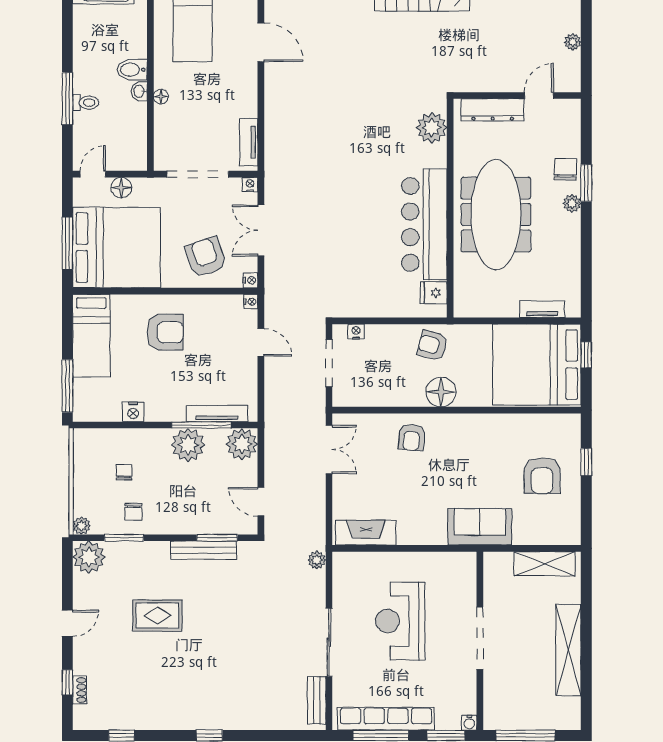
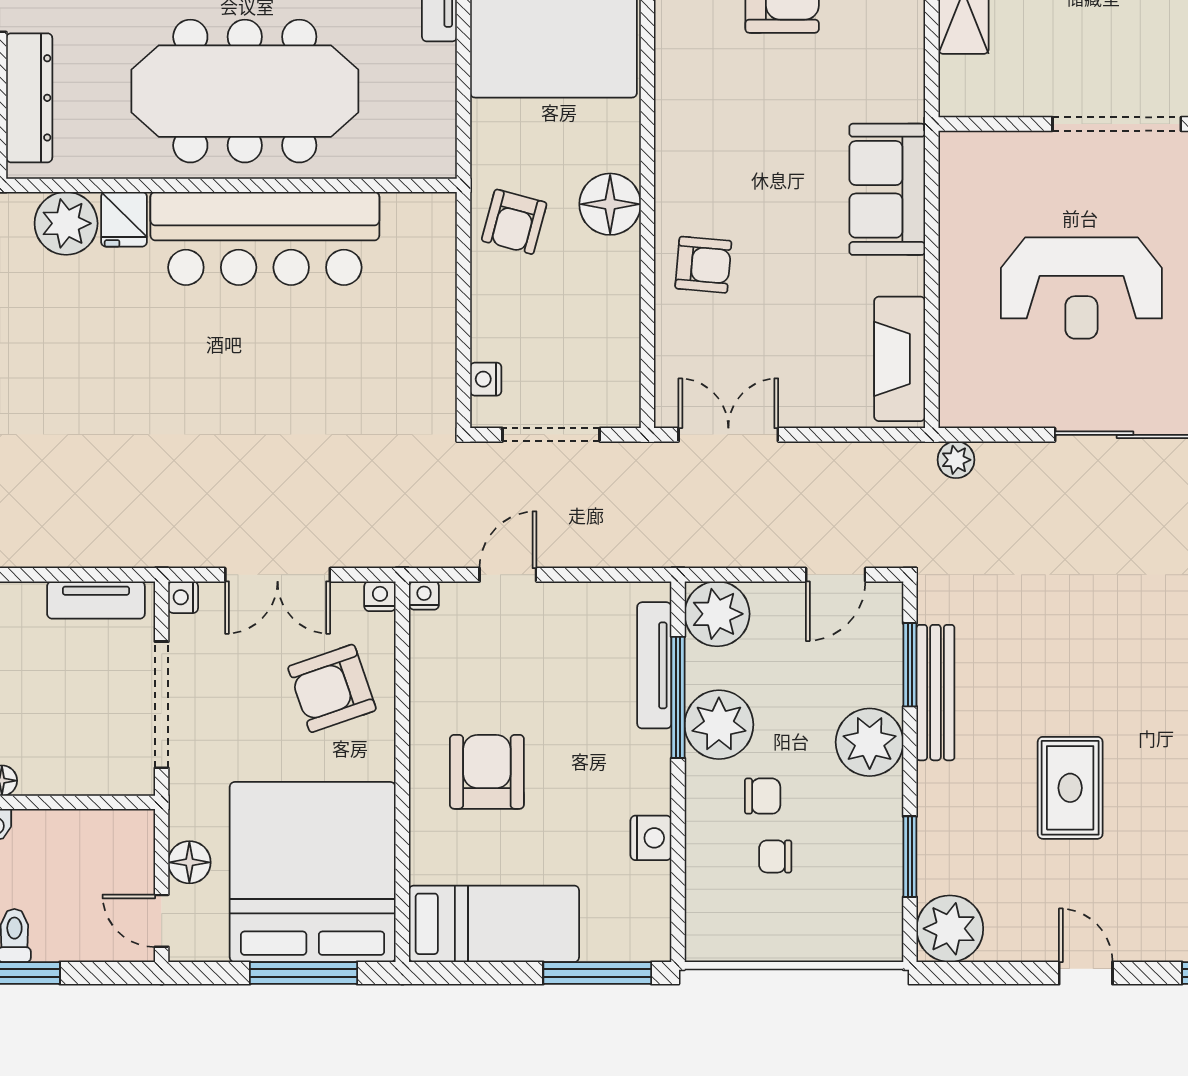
fridge: (434, 293) -> (124, 219), moved
chair: (133, 512) -> (763, 796), moved
plant: (82, 526) -> (870, 742), moved, width x1.87, depth x1.87
sofa: (480, 527) -> (887, 189), moved

